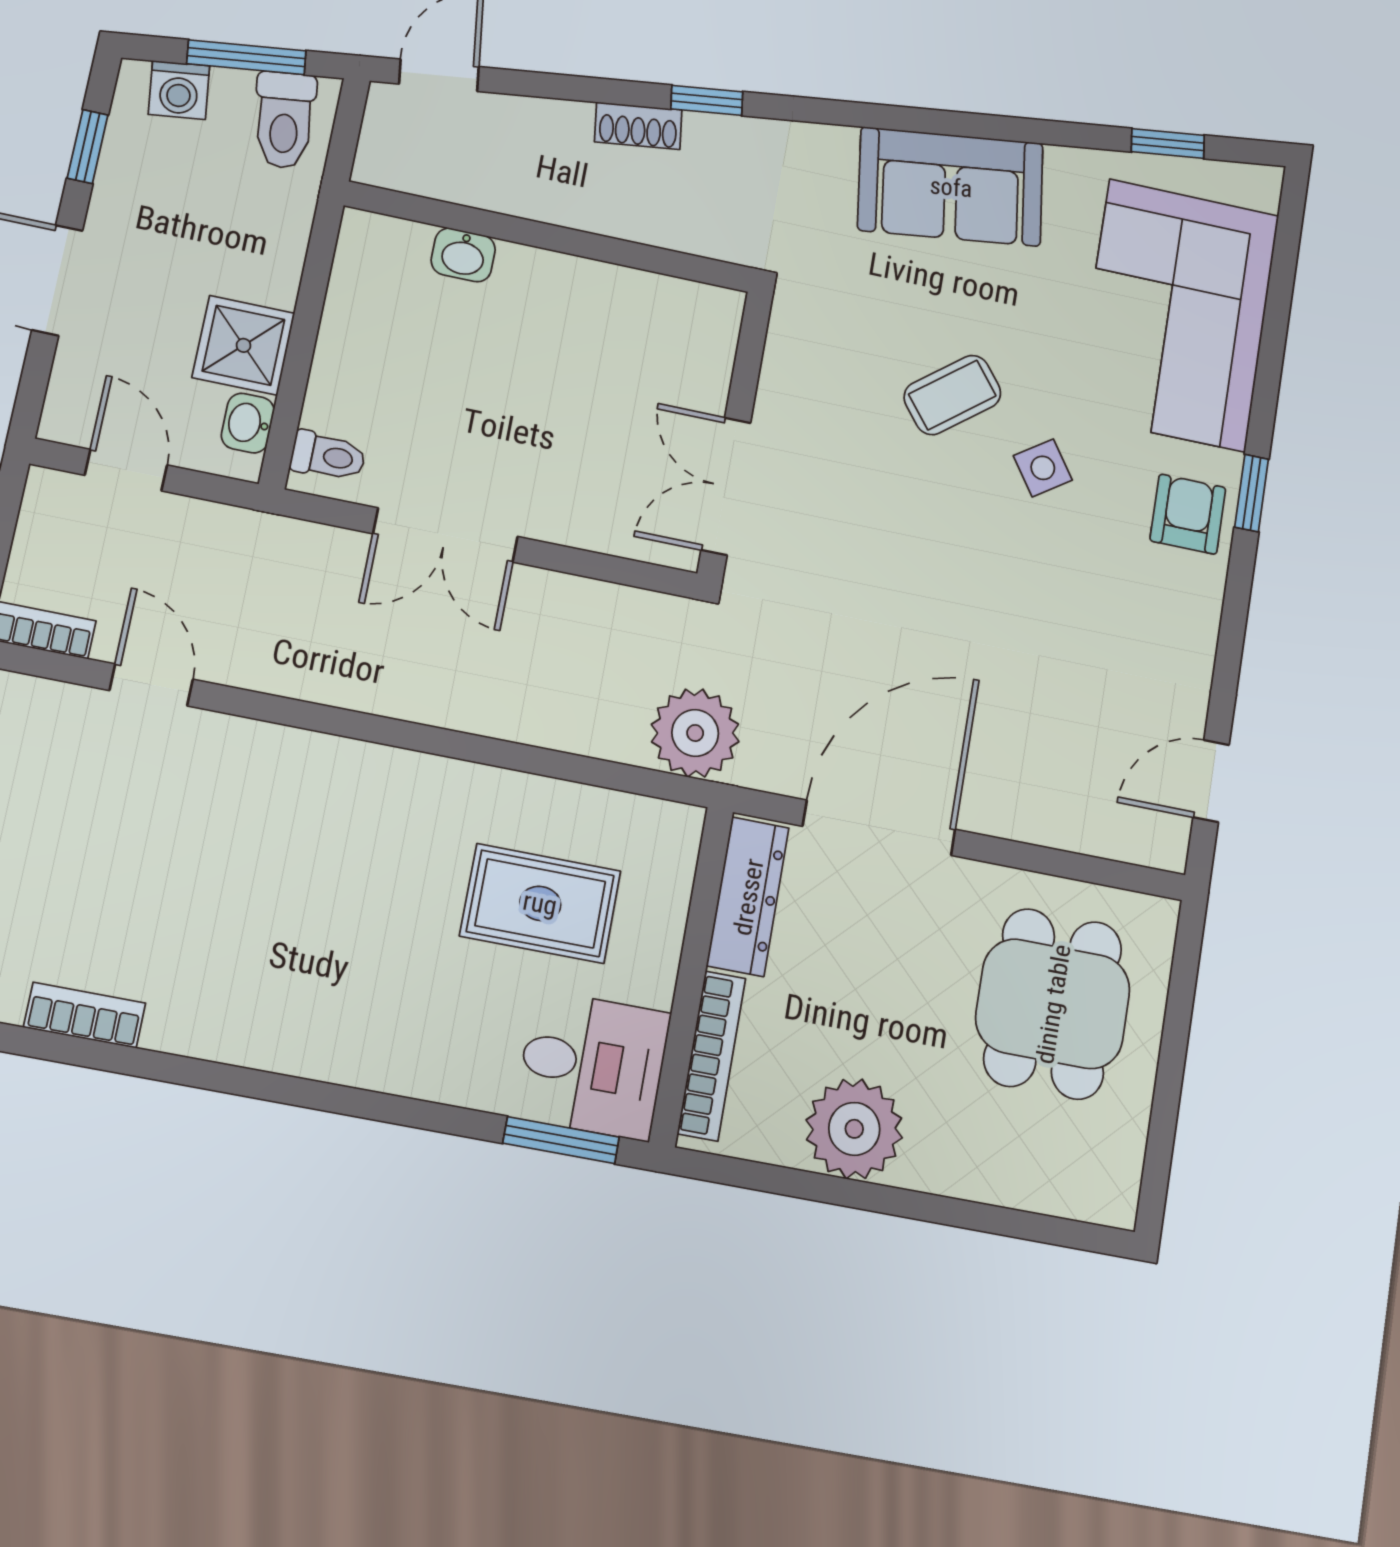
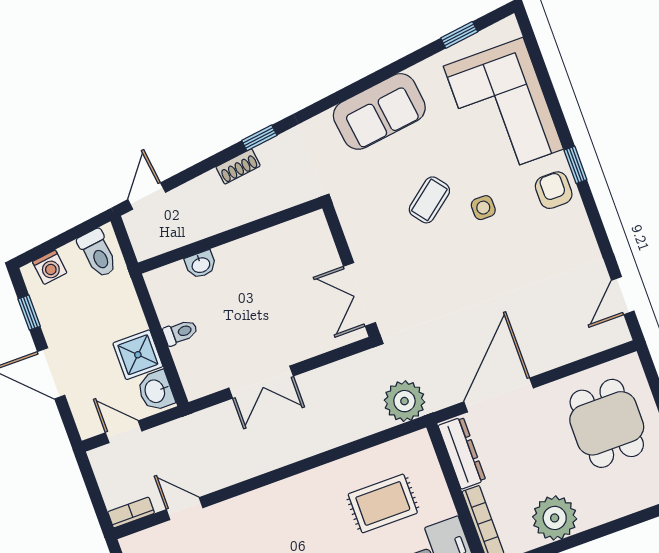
window: (246, 57) -> (67, 237), removed
washbasin: (248, 423) -> (156, 391), width x1.38, depth x1.45
toilet: (328, 456) -> (180, 332), moved
side table: (1043, 468) -> (483, 208), turned 34

